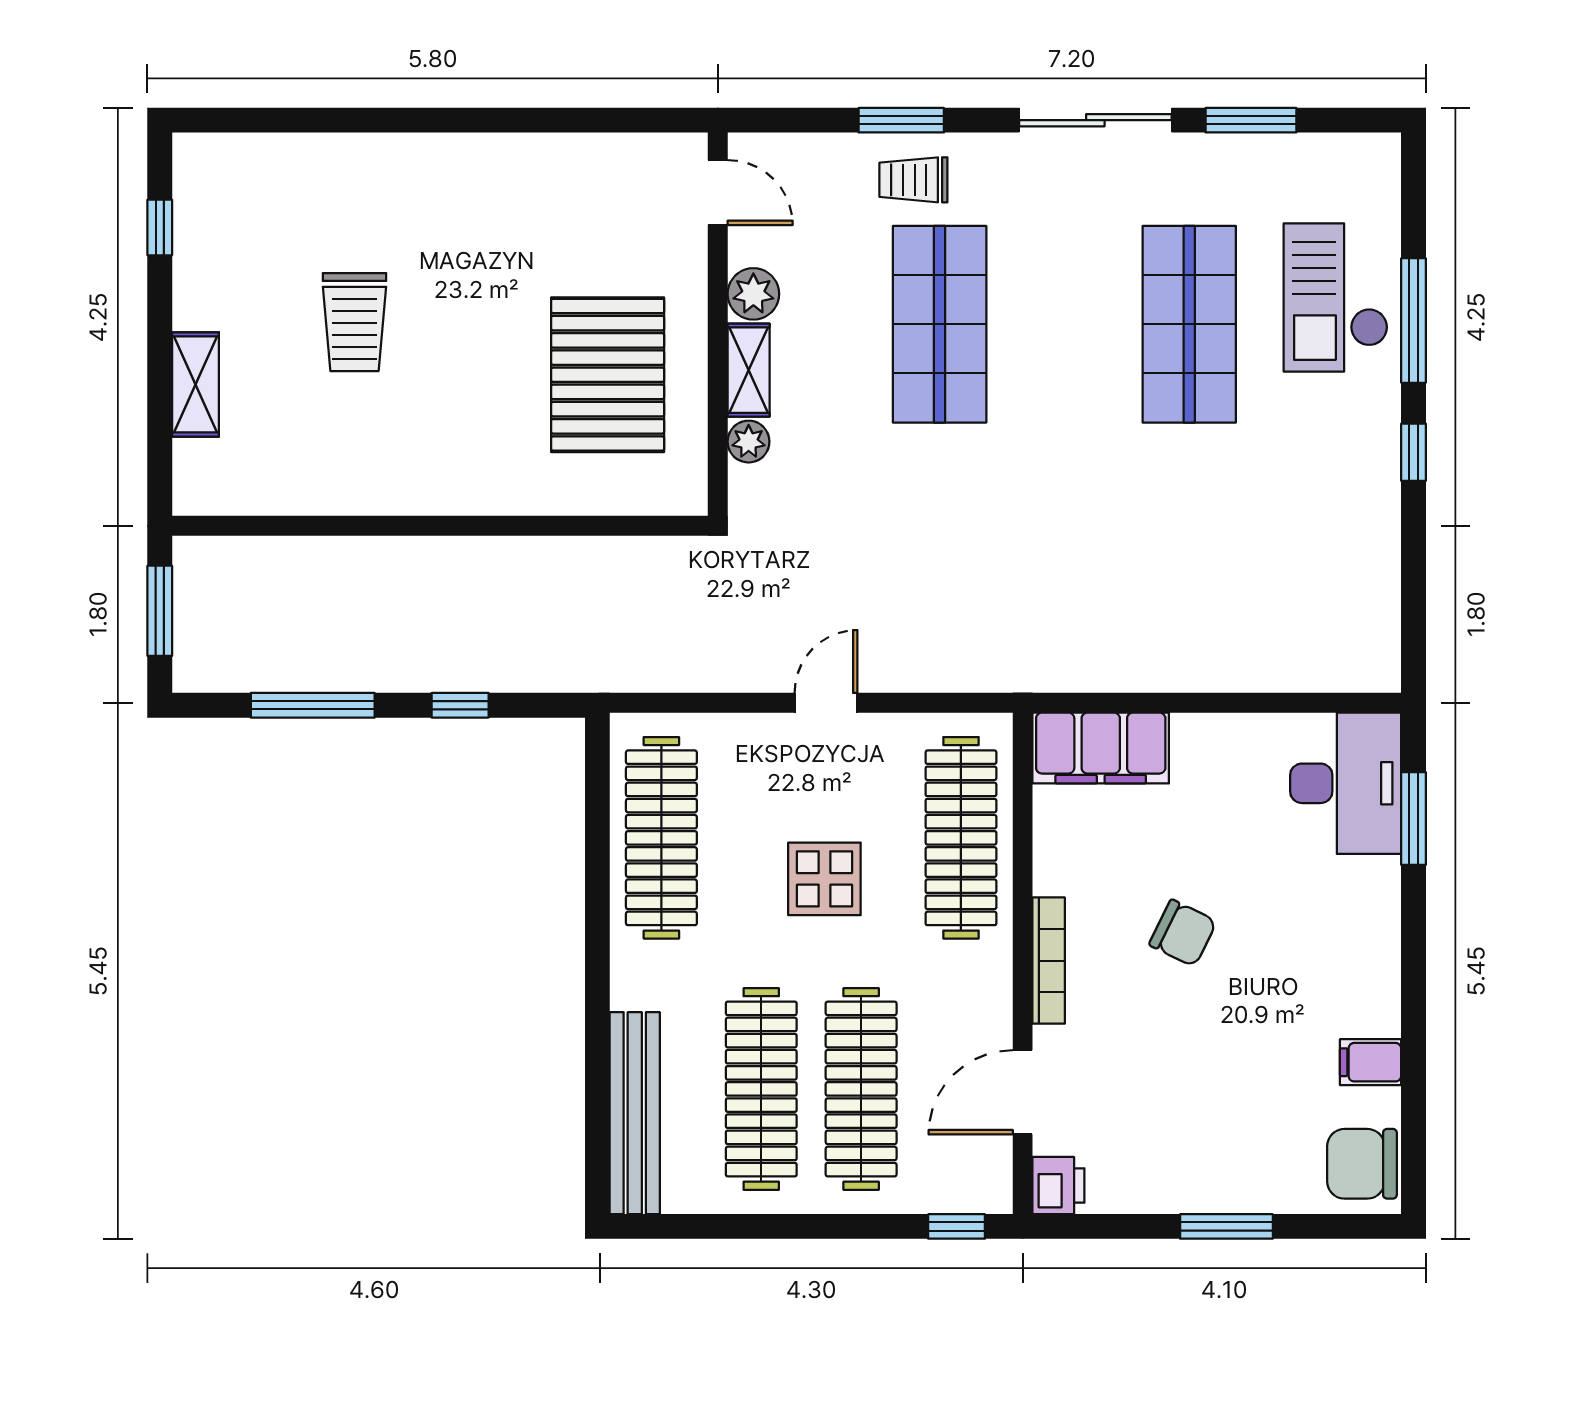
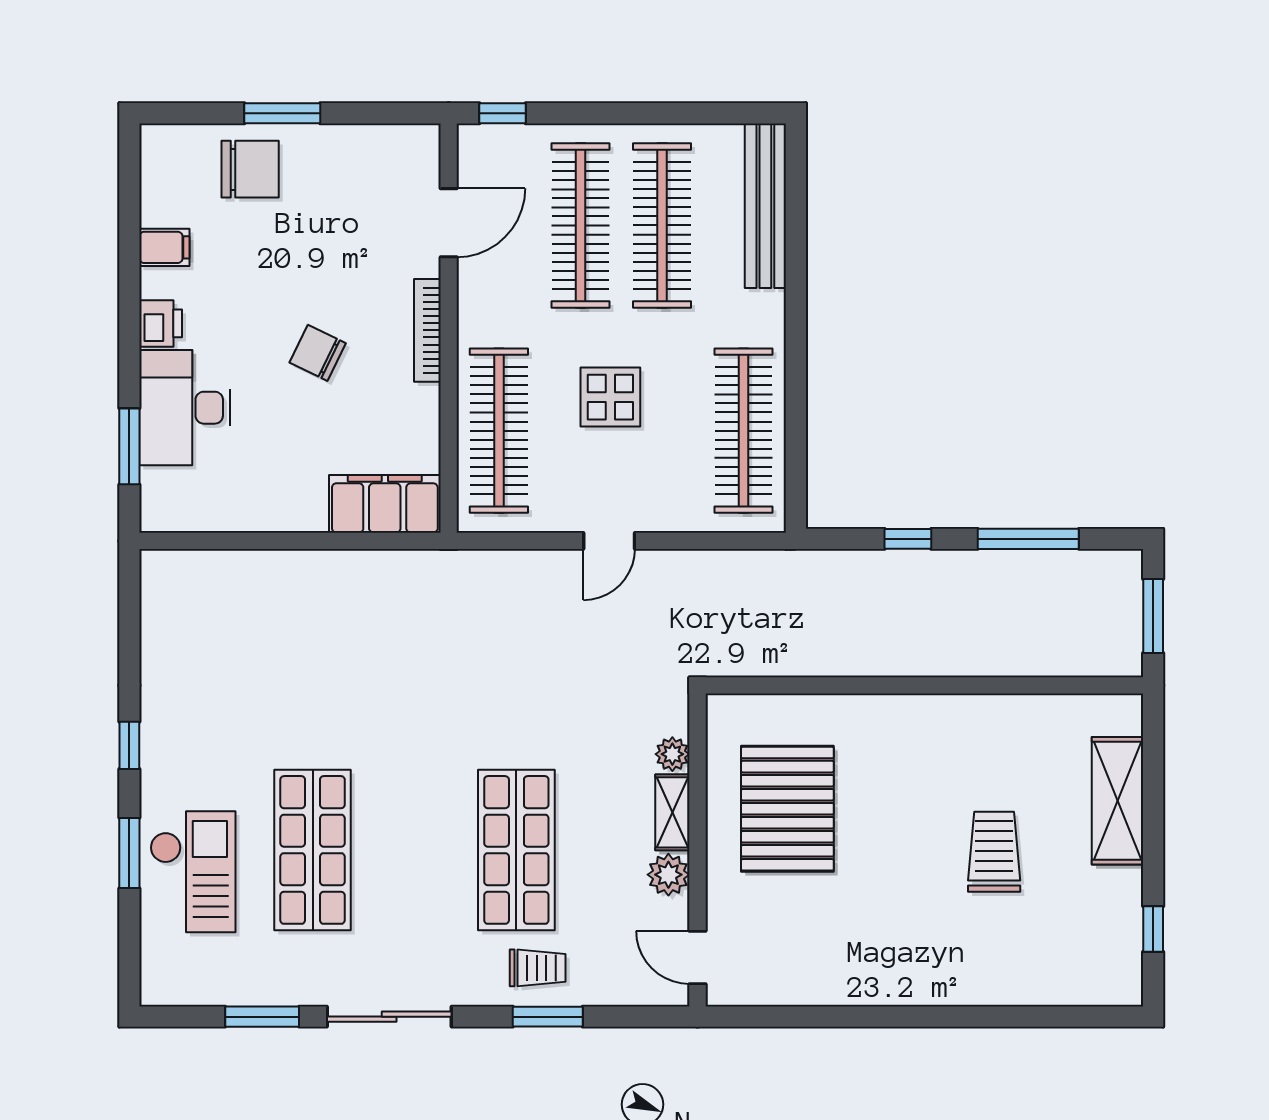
window: (1413, 321) -> (129, 853), width x0.69
shelving: (196, 384) -> (1118, 801), width x1.50, depth x1.33
desk: (1346, 783) -> (185, 408), moved
chair: (1362, 1164) -> (250, 169), moved
printer: (1058, 1186) -> (161, 323), moved, turned 180

